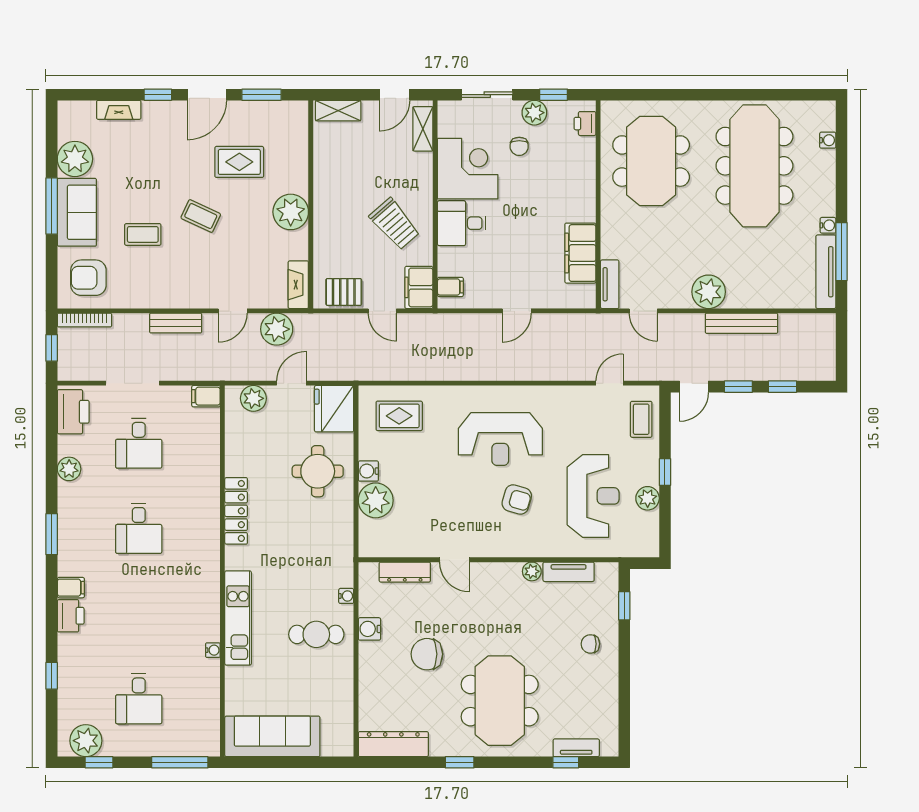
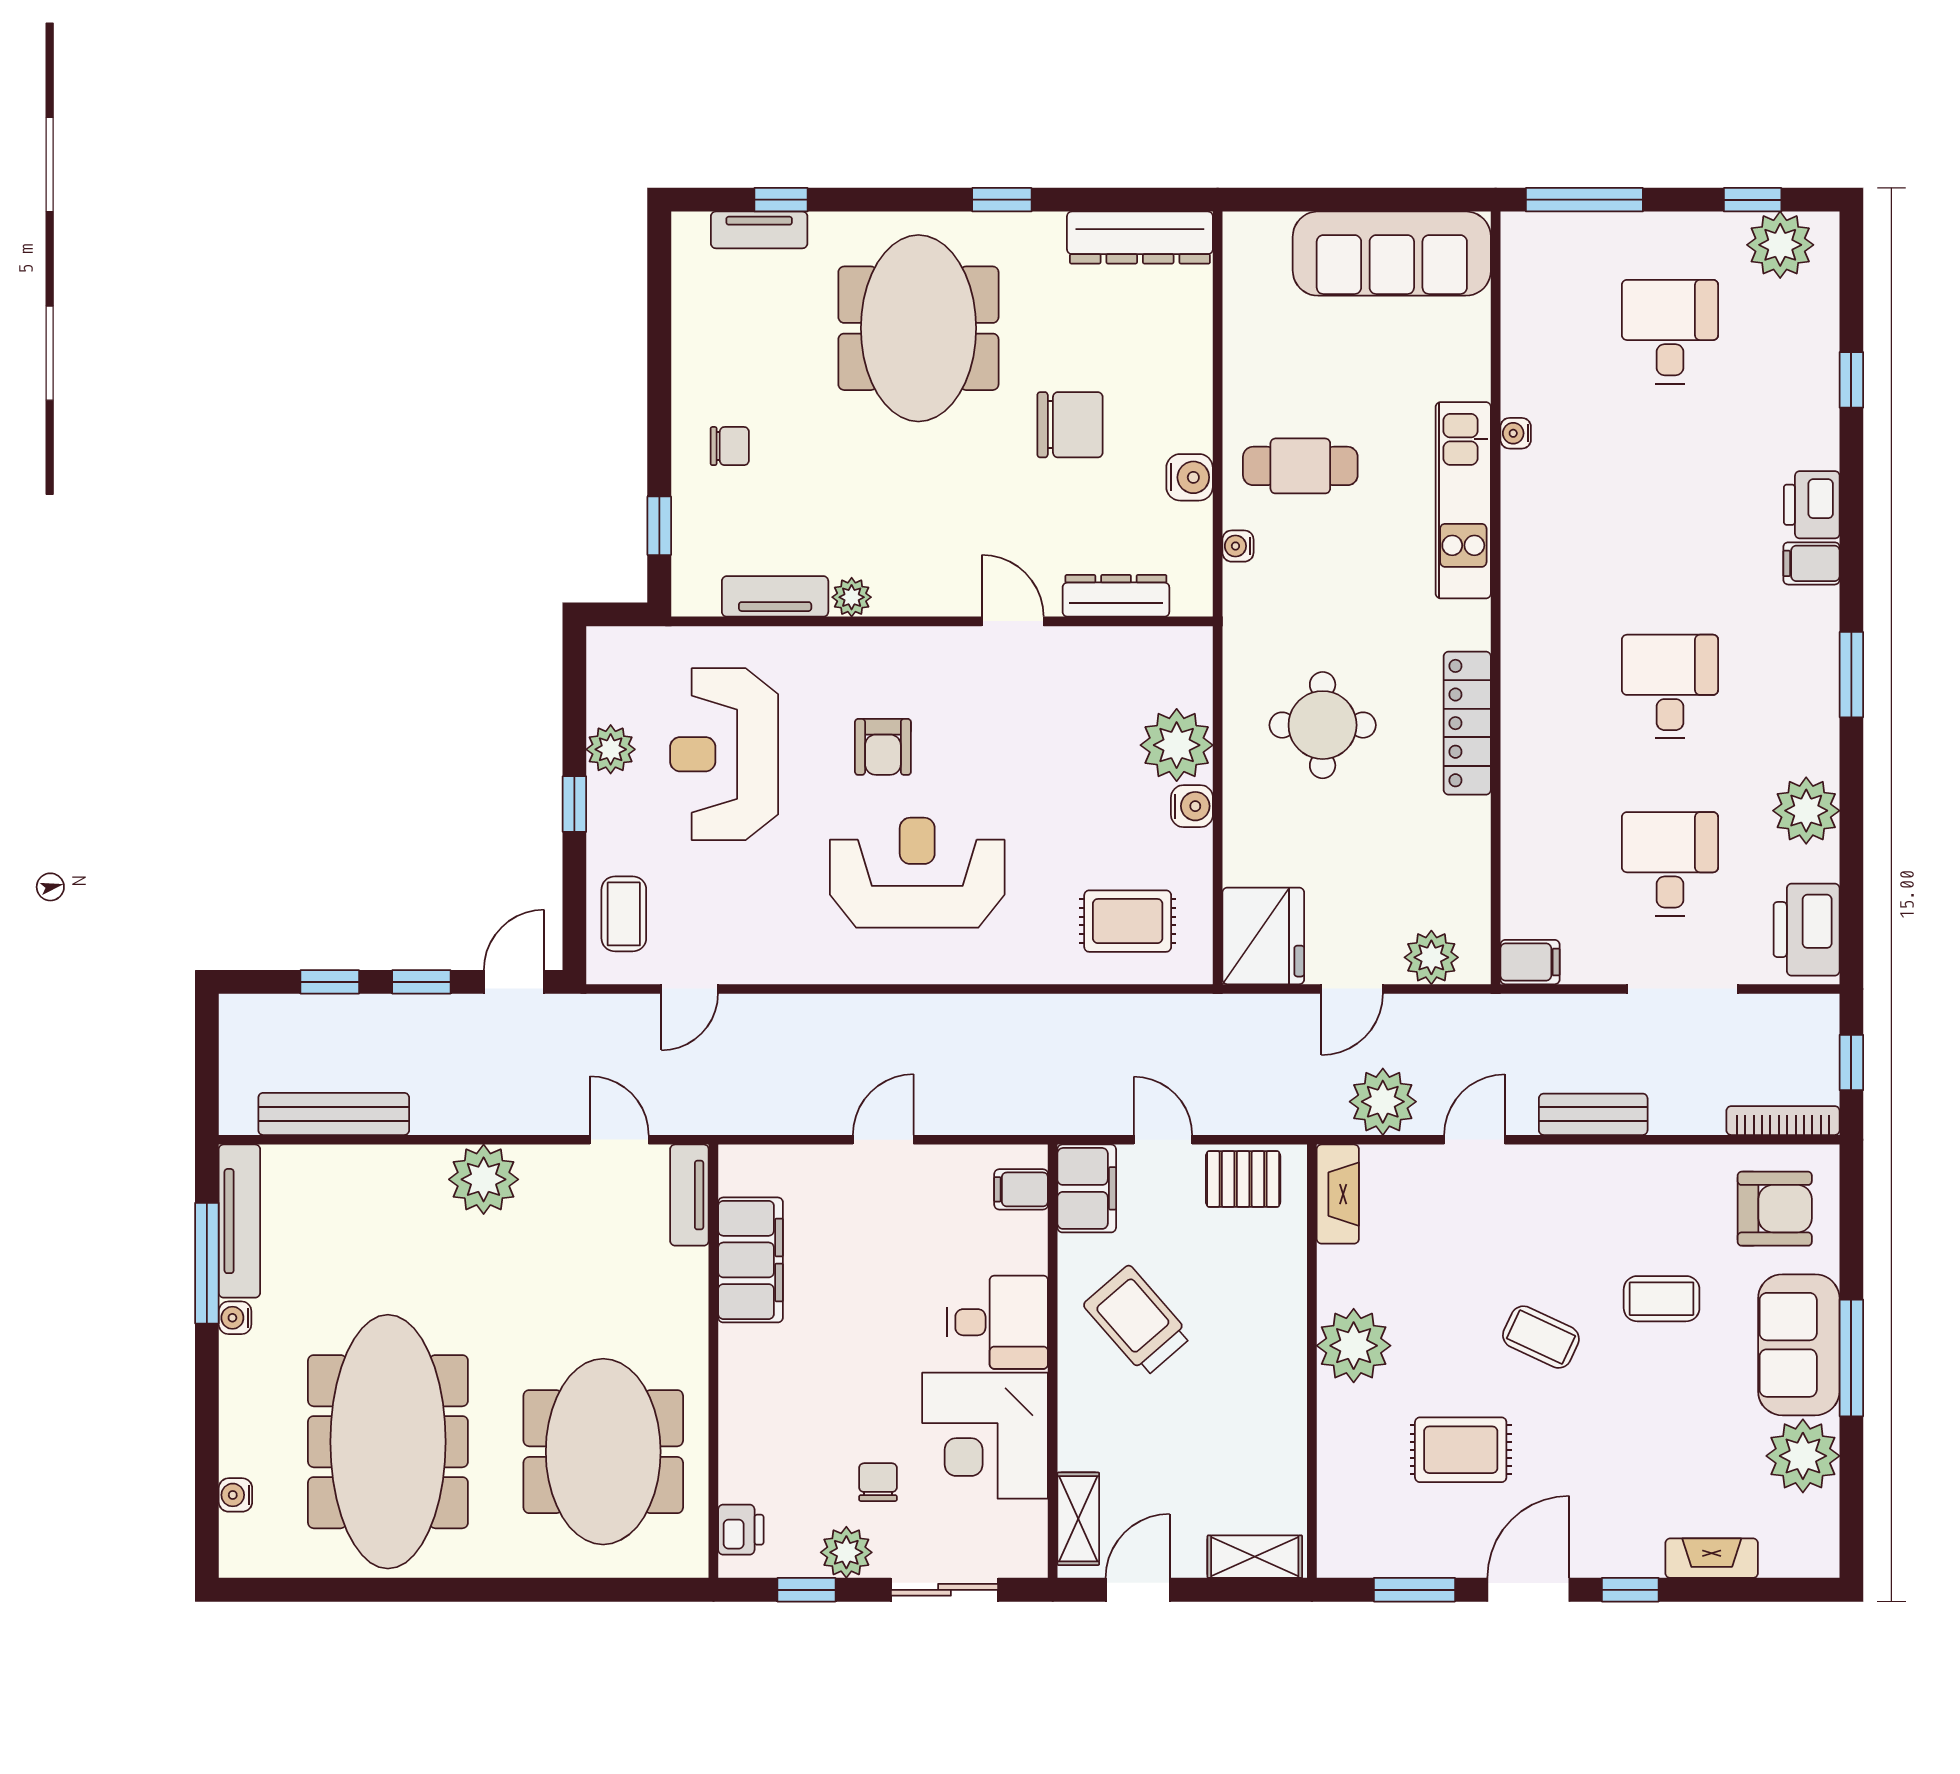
bench: (742, 323) -> (334, 1114), moved
plant: (69, 469) -> (1806, 811), width x1.36, depth x1.36
round table: (318, 471) -> (1323, 725), moved
armchair: (517, 499) -> (883, 747), turned -106

